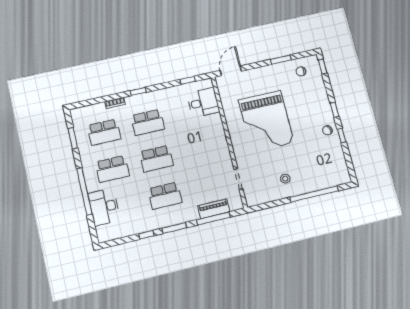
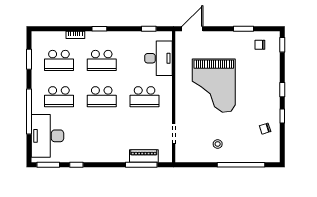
desk: (203, 102) -> (158, 58), width x1.37
chair: (327, 130) -> (265, 129), moved
school desk: (165, 196) -> (145, 97), moved
desk: (104, 207) -> (47, 136), width x1.36, depth x1.30
window: (174, 228) -> (48, 165), moved

